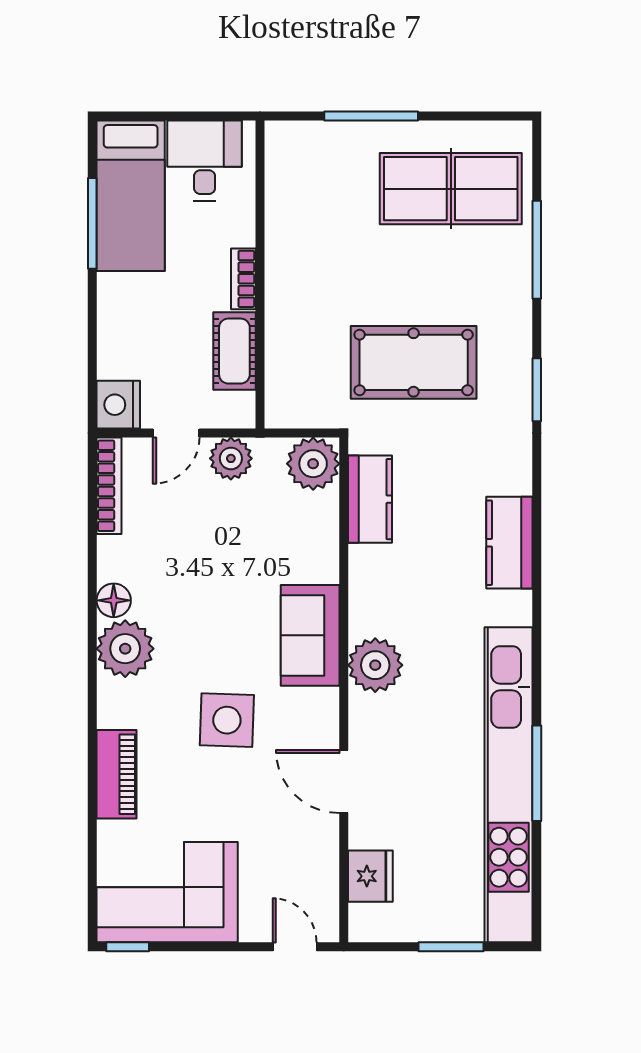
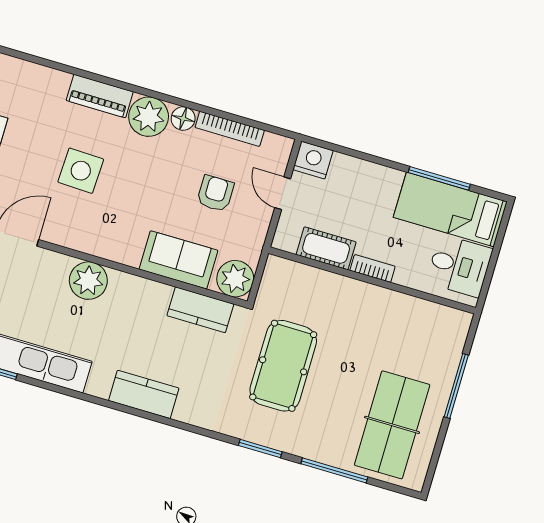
window: (537, 390) -> (260, 449), moved
plant: (231, 458) -> (255, 225), removed
bookcase: (109, 486) -> (230, 129), moved
armchair: (204, 526) -> (215, 193), added
sofa: (310, 635) -> (179, 260), moved
piano: (117, 774) -> (100, 96), moved

